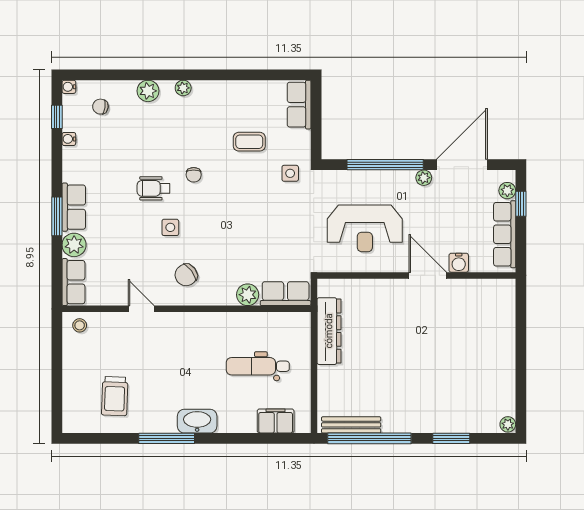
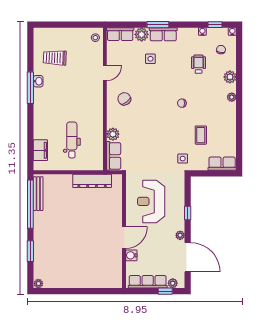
window: (385, 165) -> (188, 213), width x0.32
wheelchair: (154, 188) -> (199, 64), moved
side table: (170, 227) -> (150, 59), moved
washbasin: (197, 421) -> (38, 81), moved, width x0.52, depth x0.69

